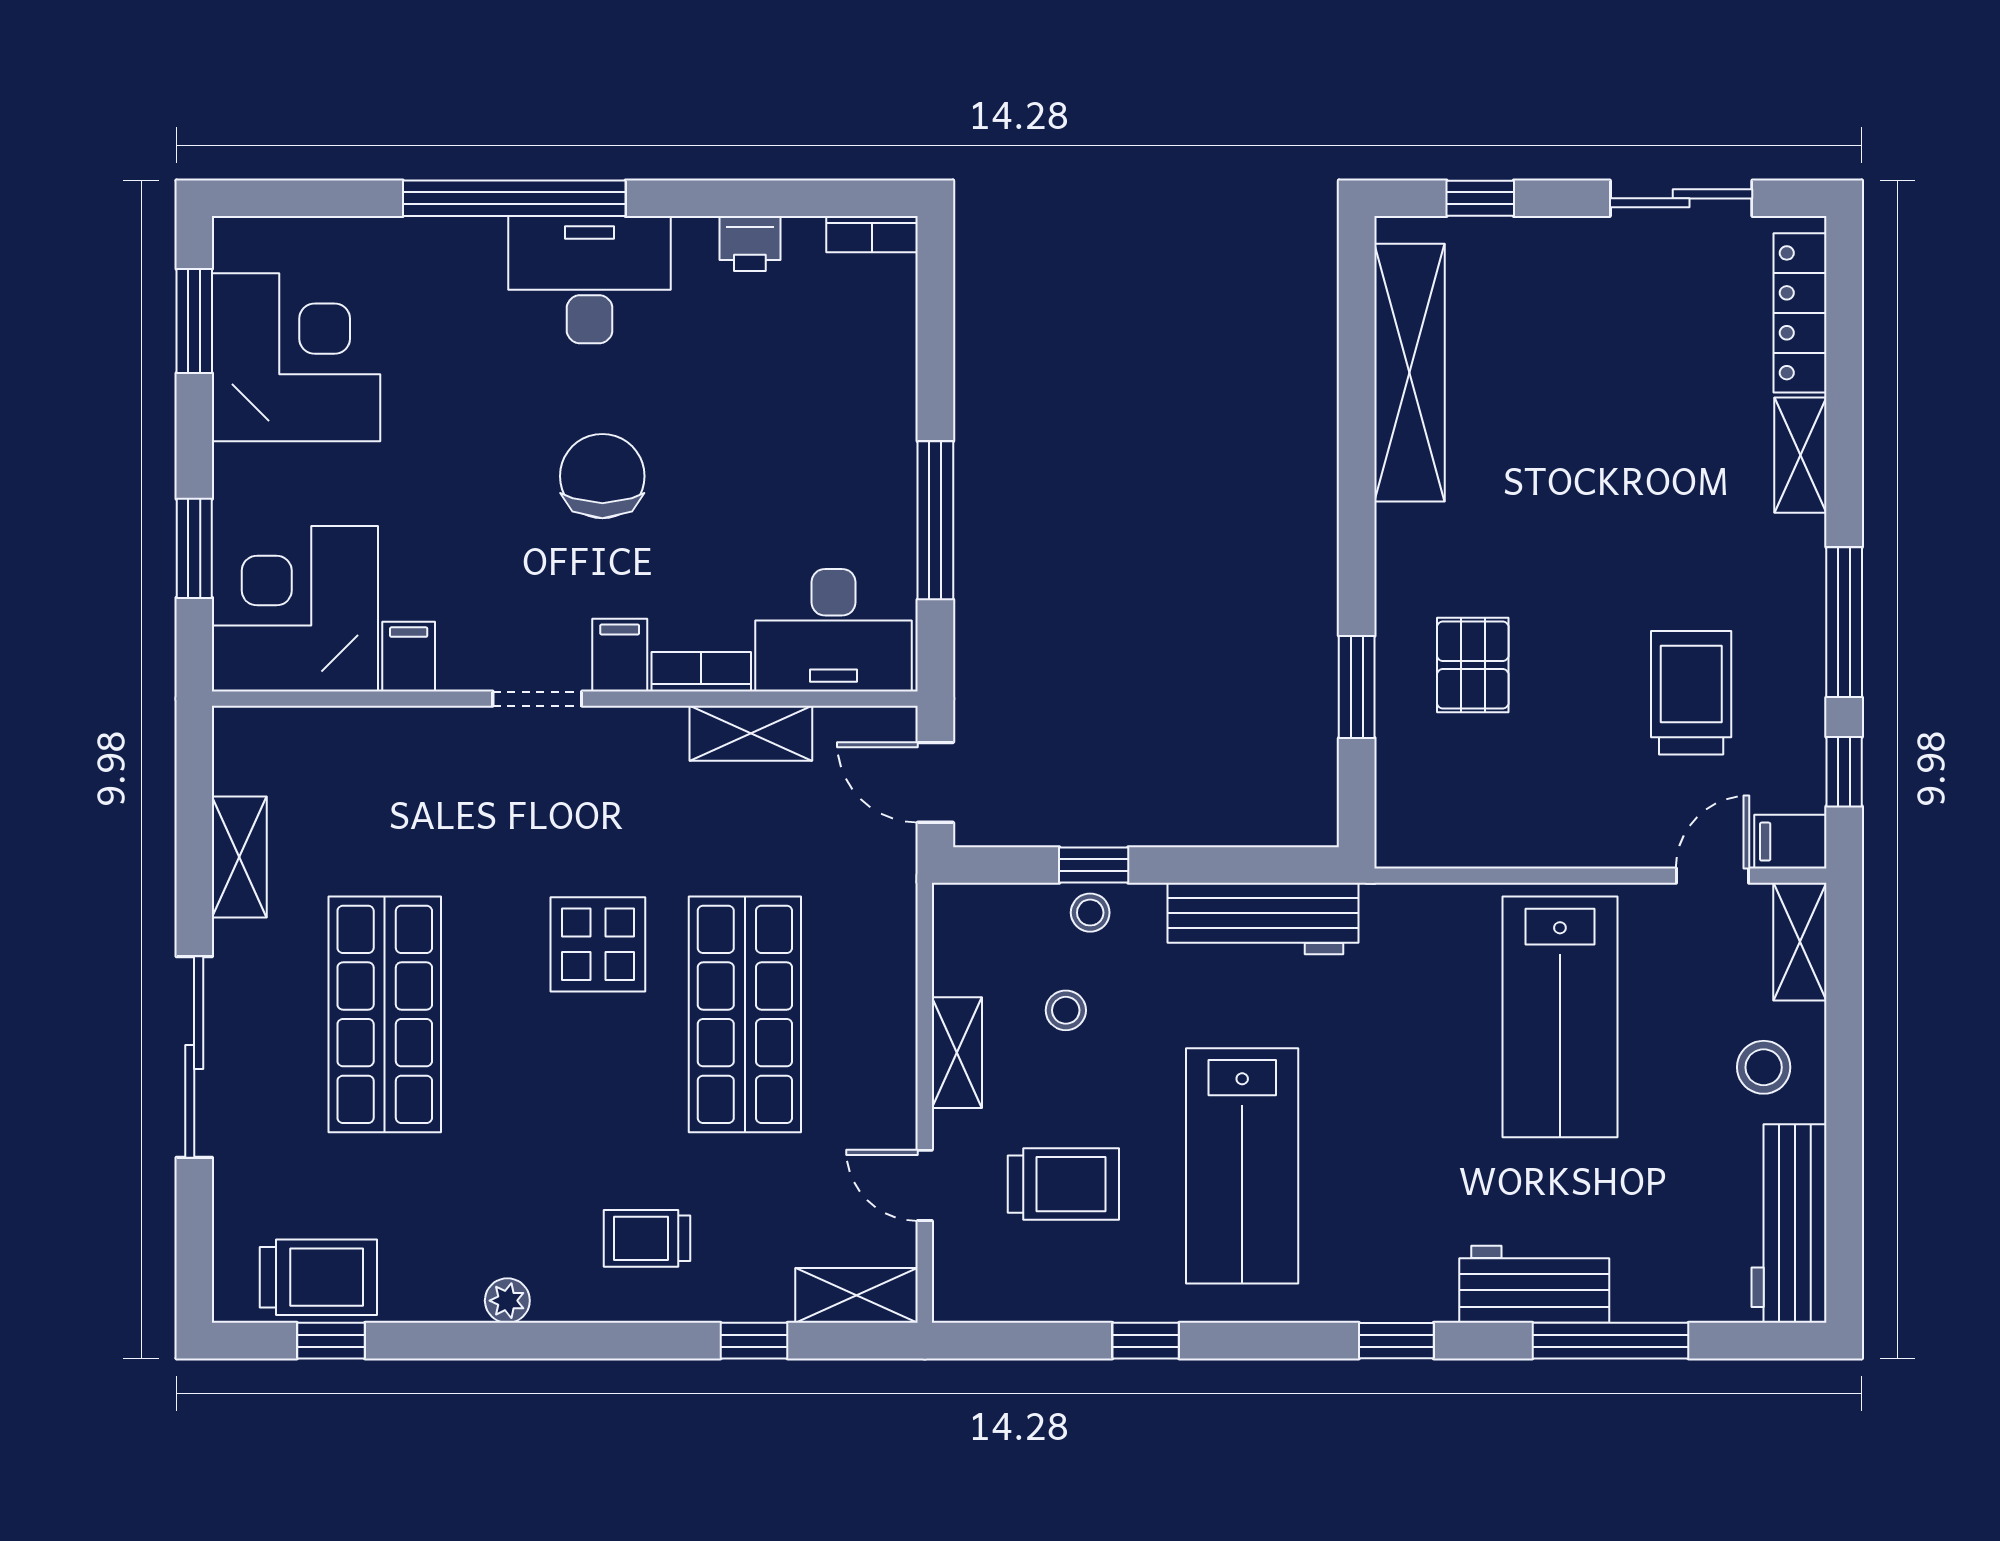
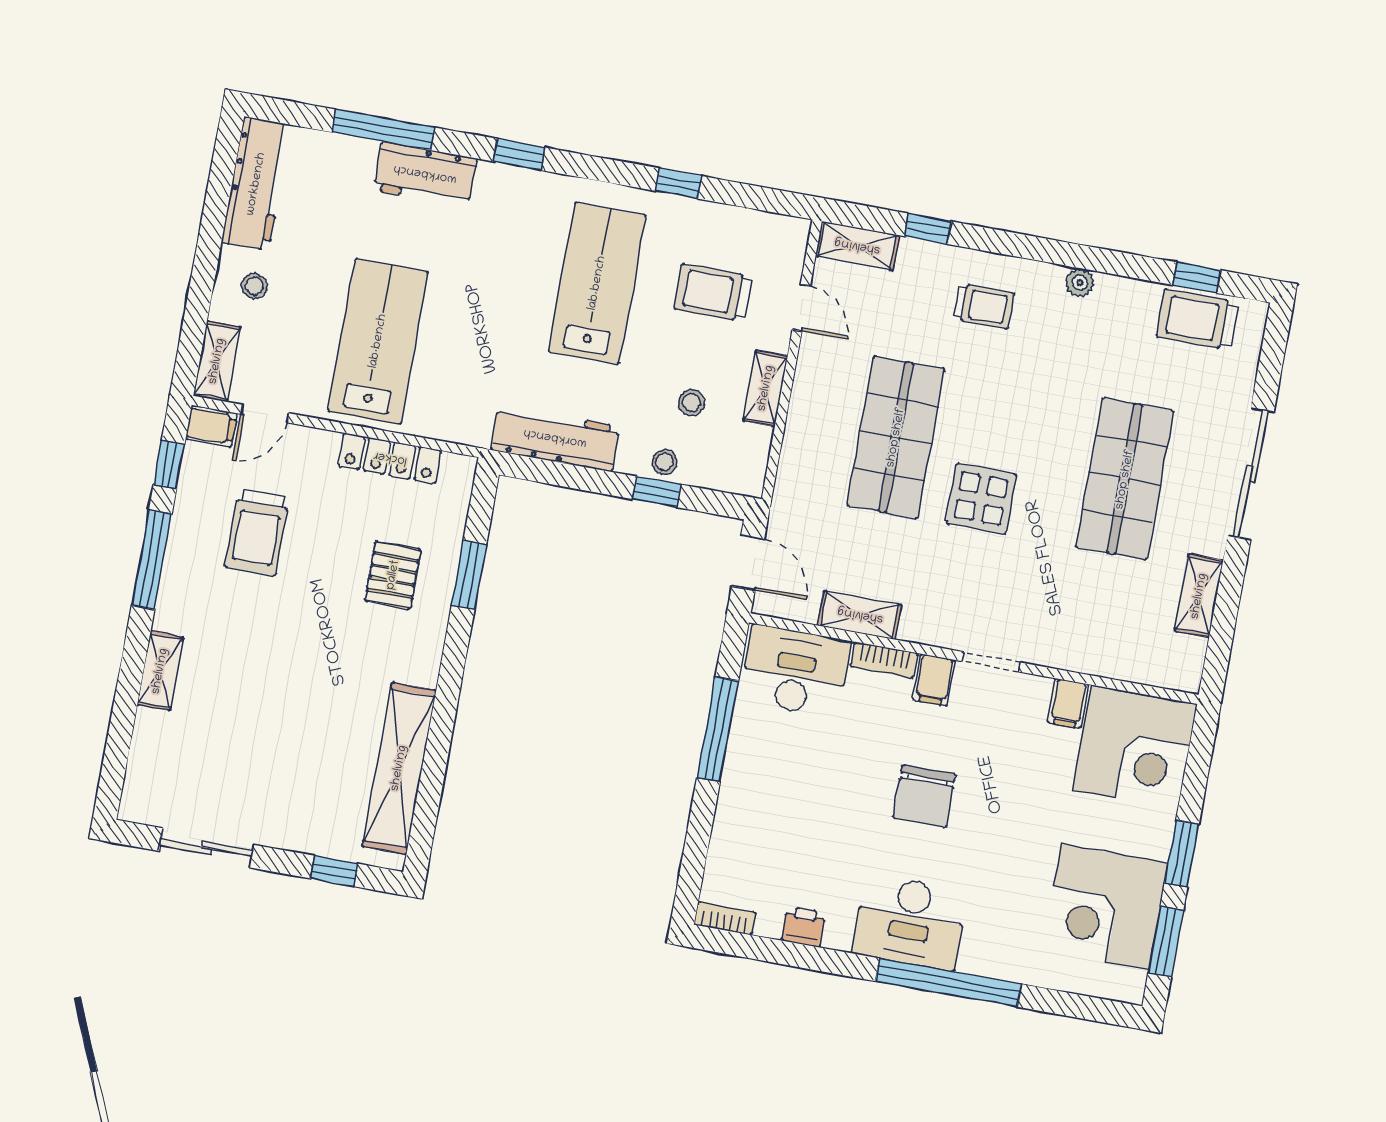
locker: (1800, 313) -> (390, 458), moved, turned 90
window: (194, 548) -> (1182, 854), moved
stool: (1764, 1067) -> (254, 286), width x0.73, depth x0.73

